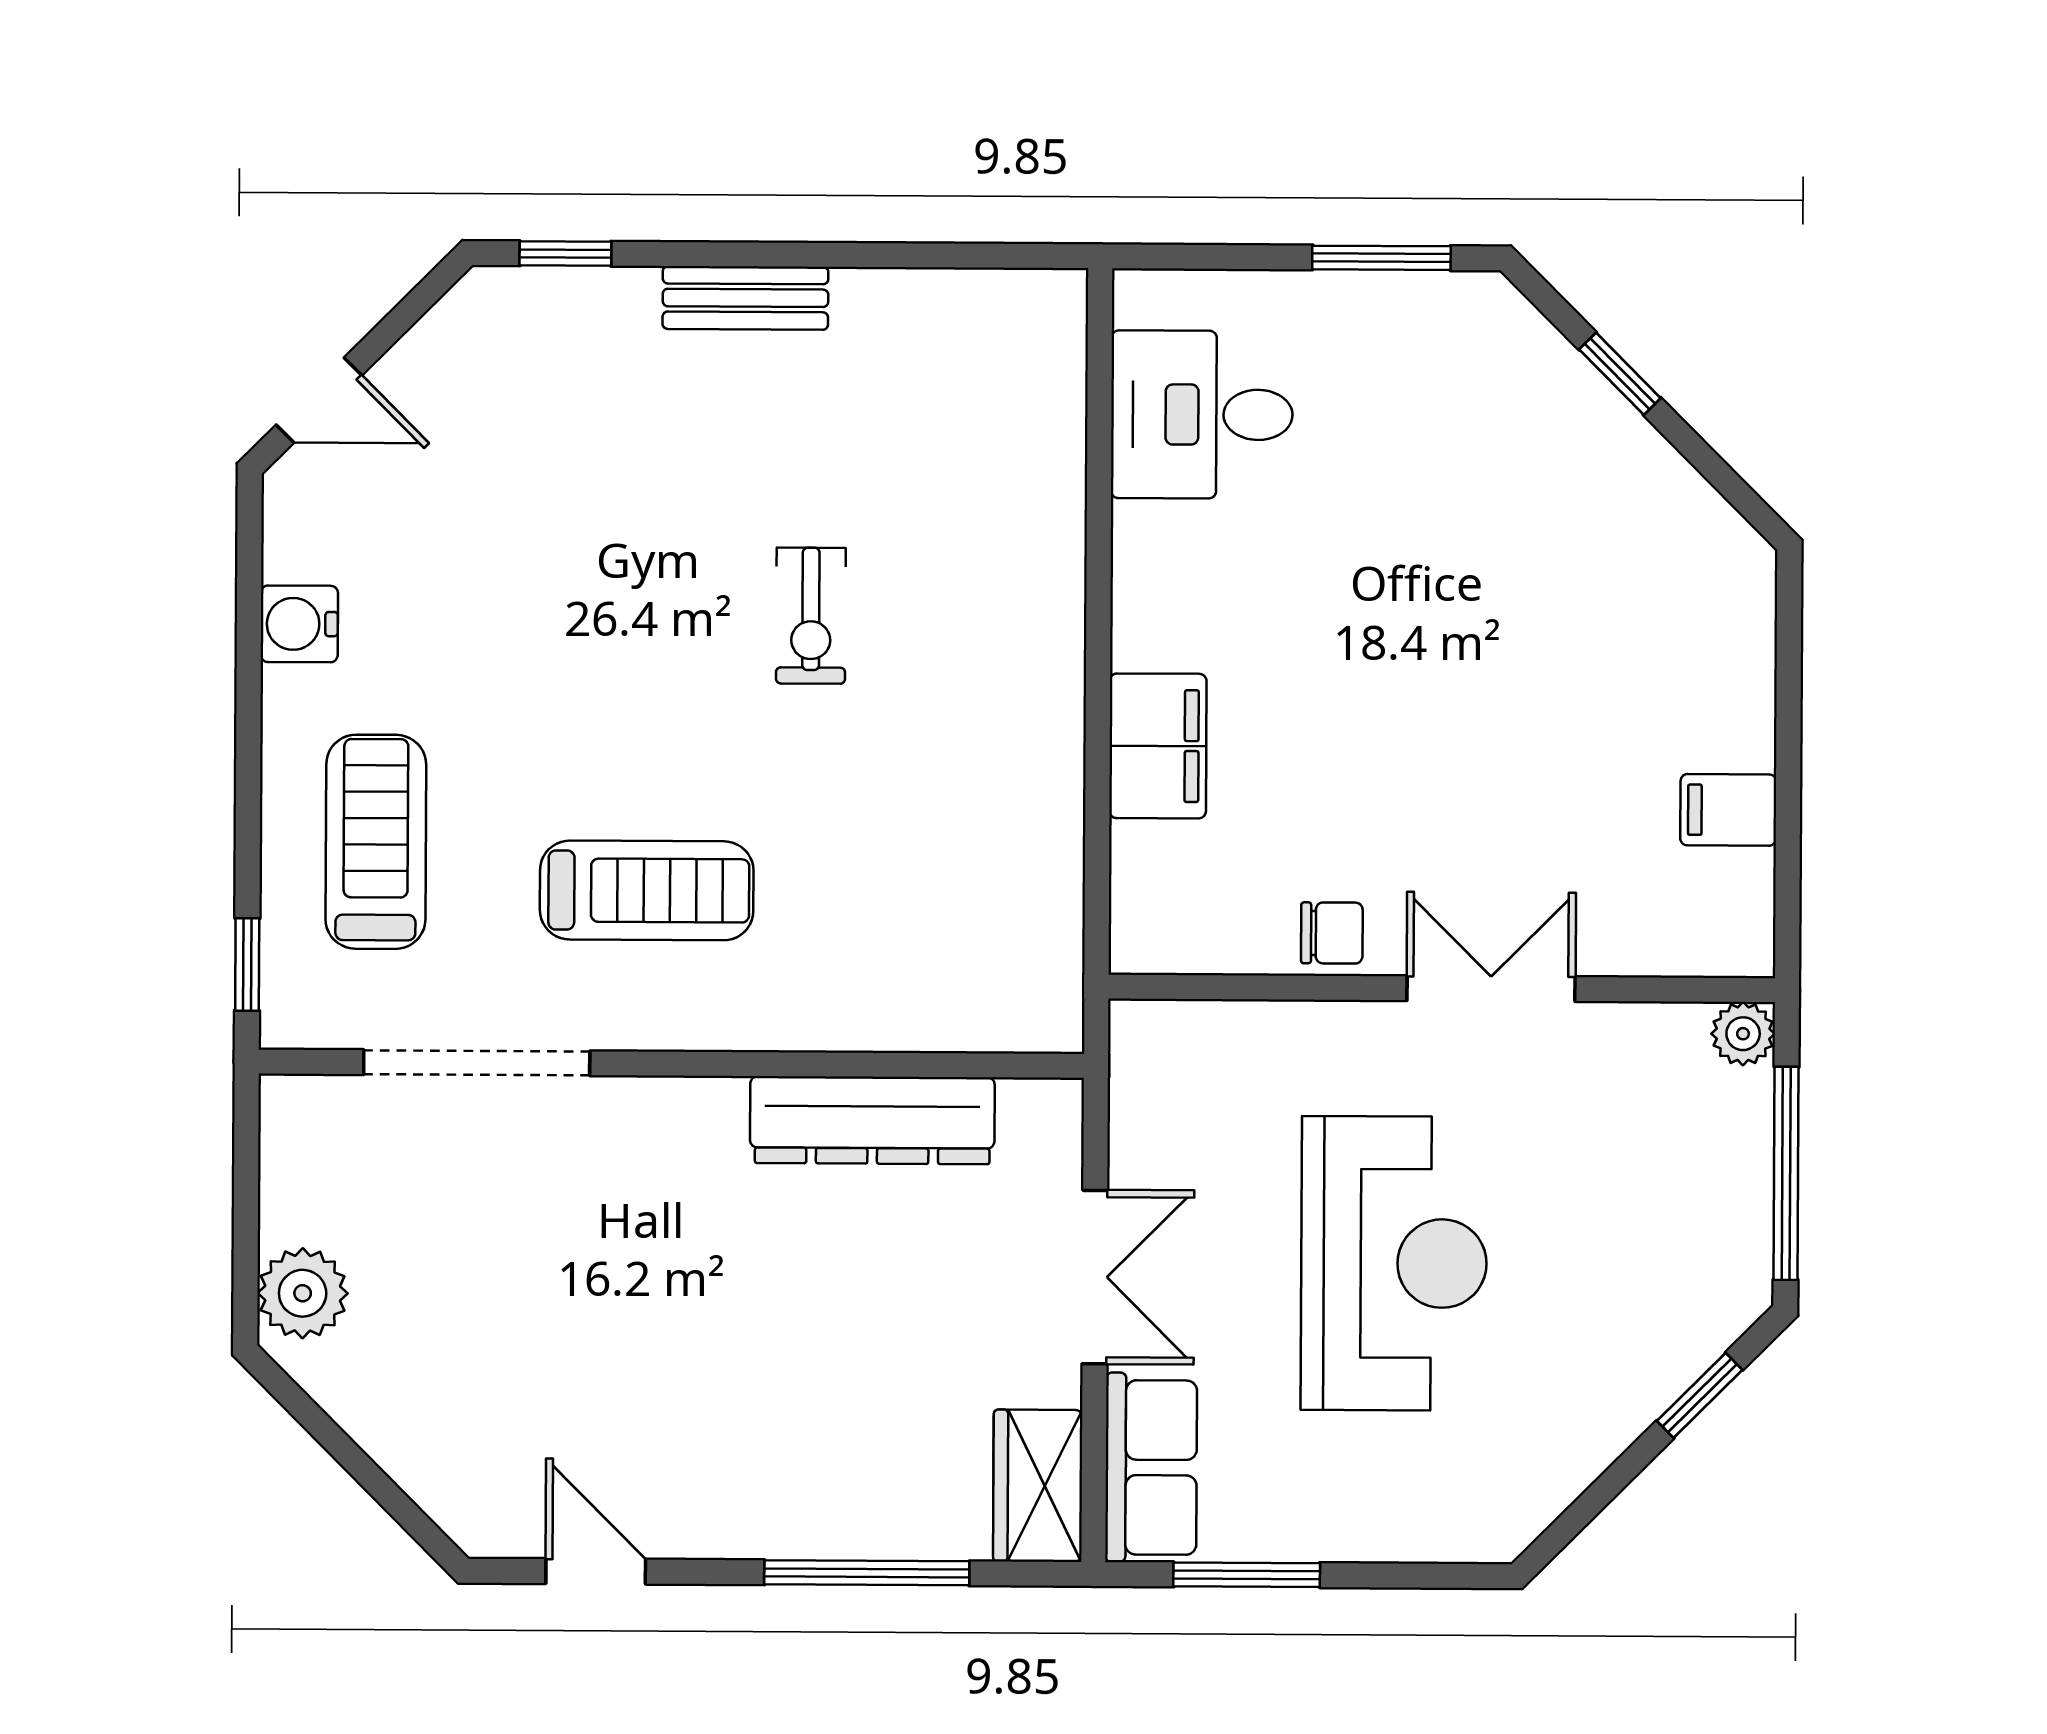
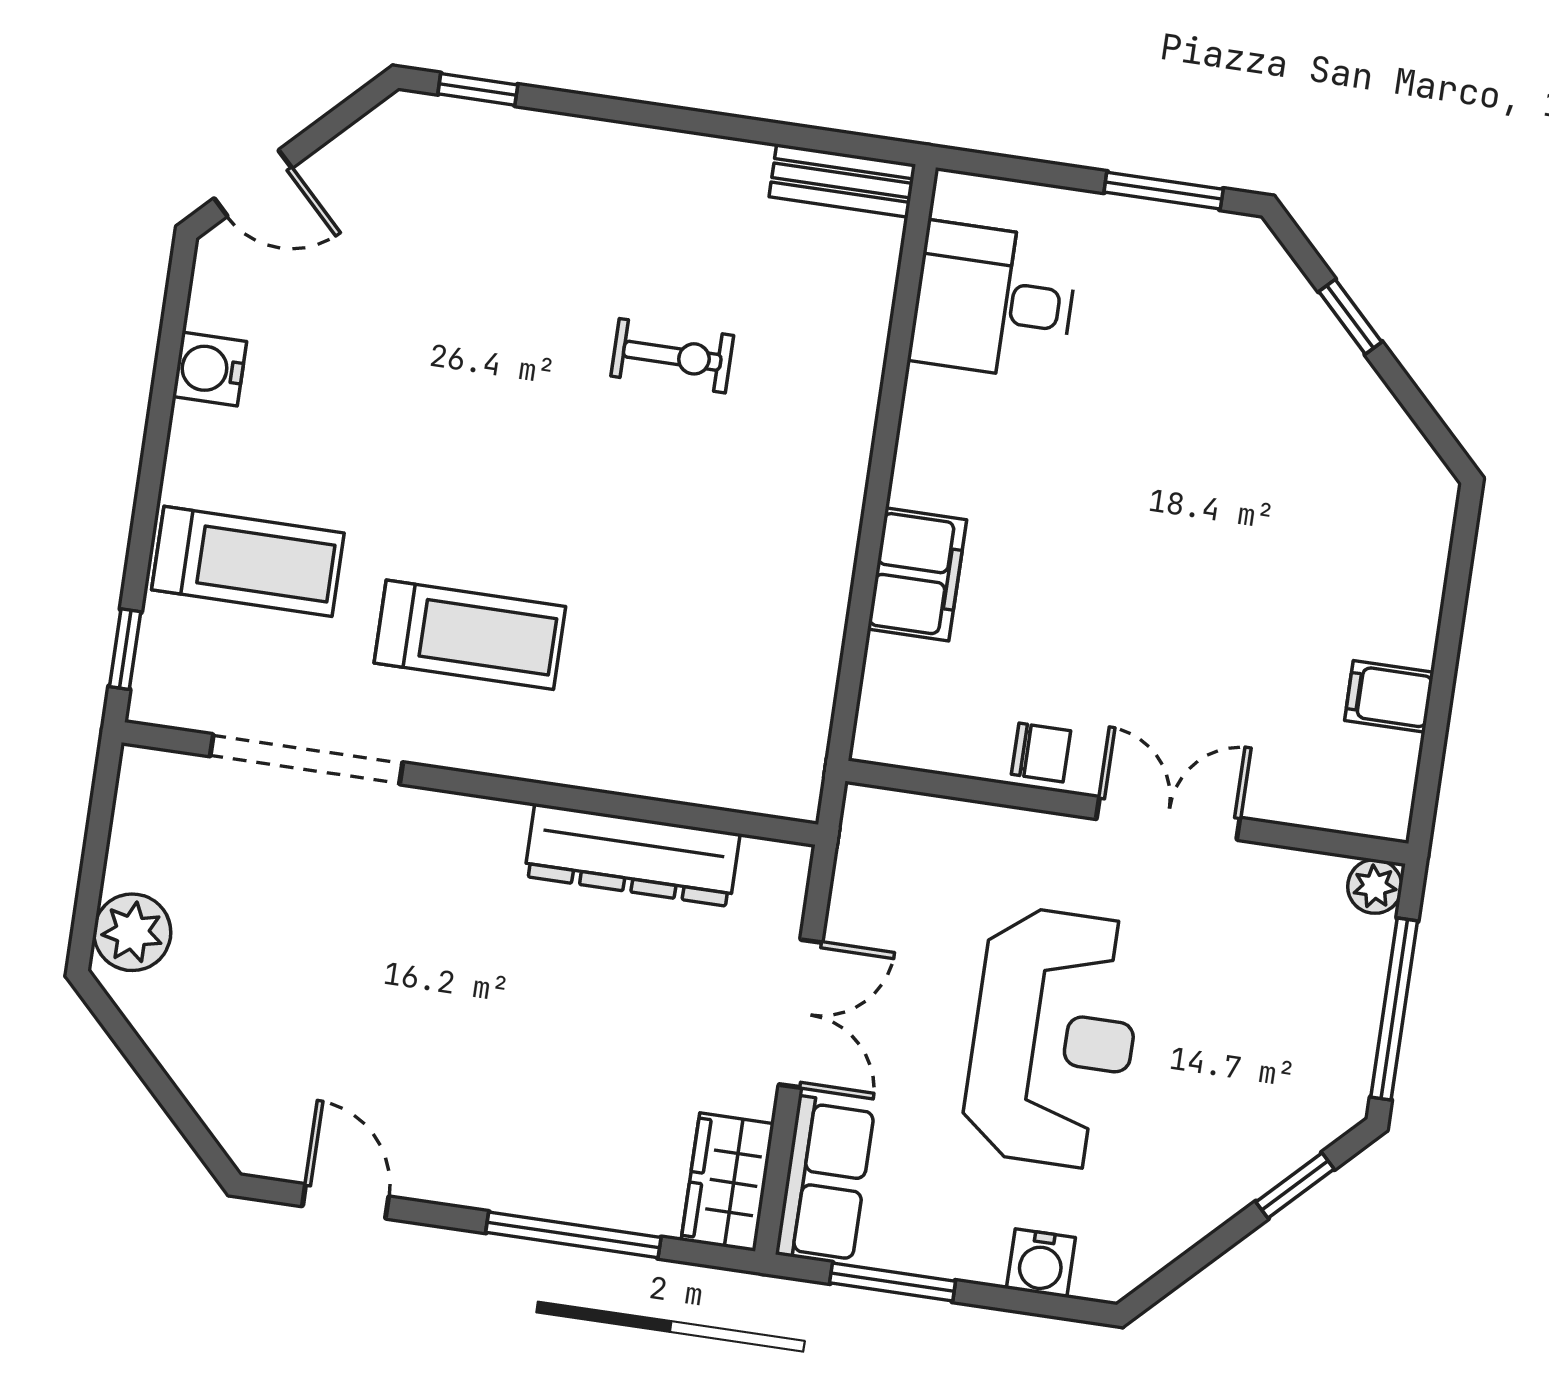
bench: (745, 298) -> (842, 180), moved
exercise bike: (811, 616) -> (672, 356), moved, turned -90
treadmill: (376, 842) -> (248, 561), turned 90
water cooler: (1416, 1528) -> (1041, 1263), added

